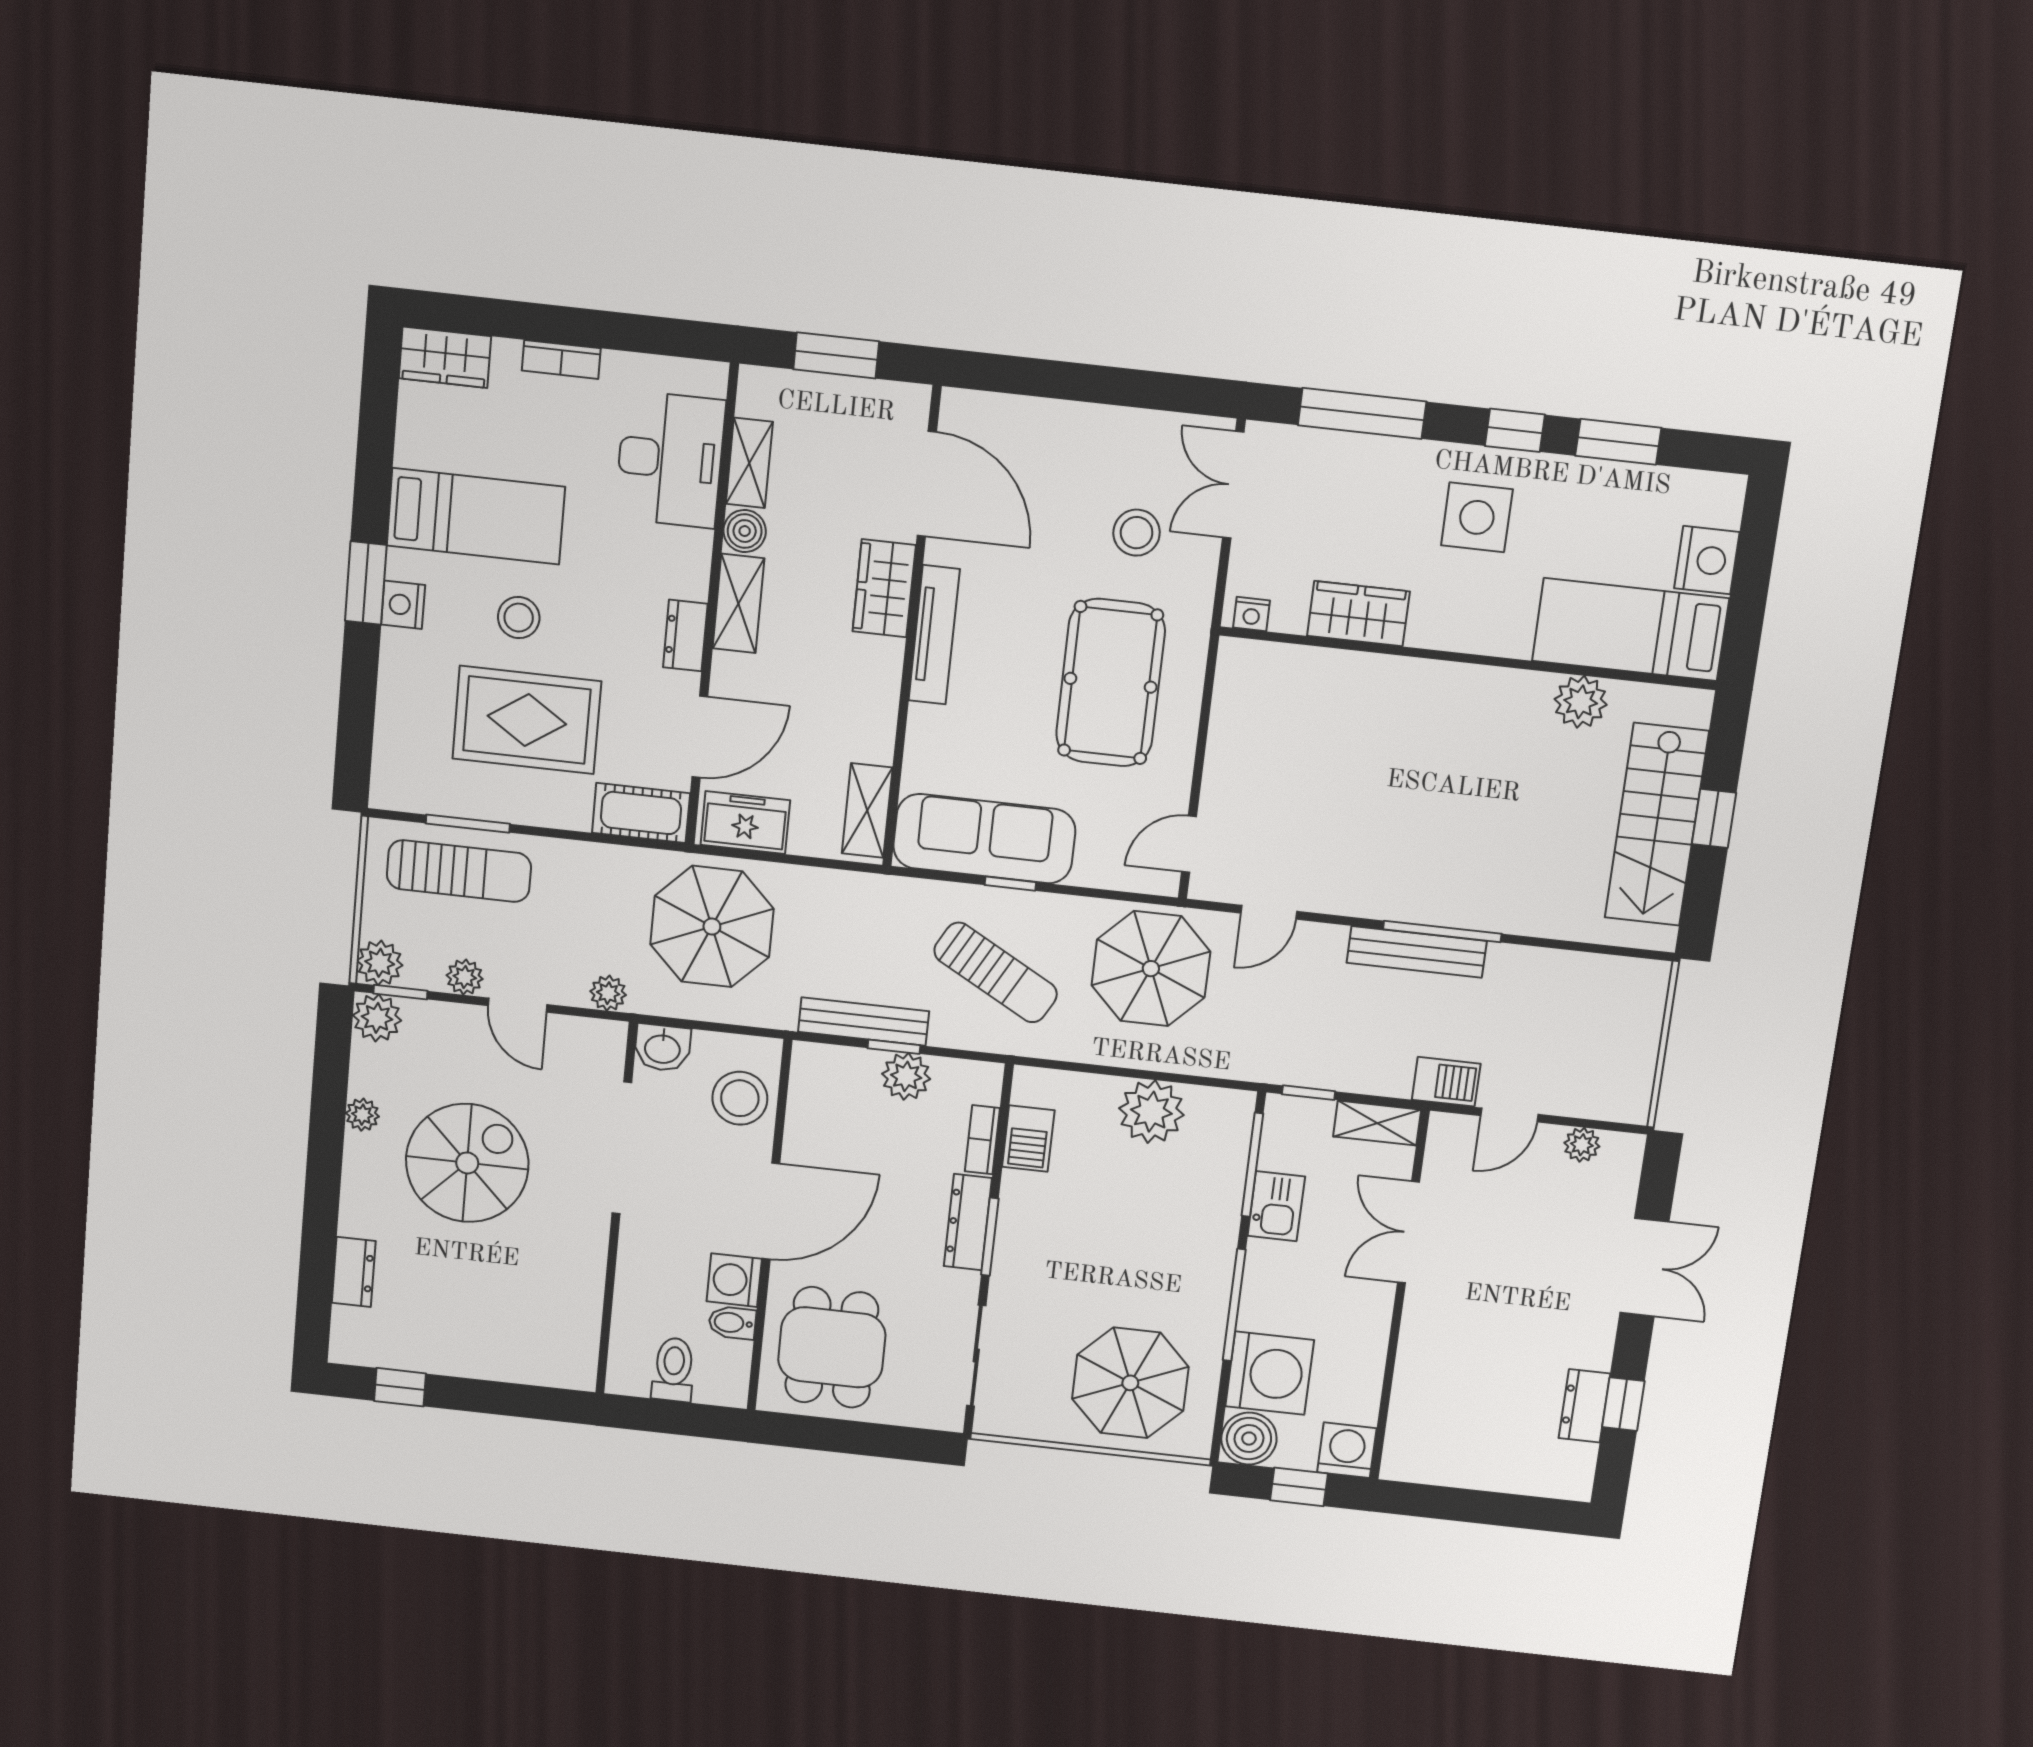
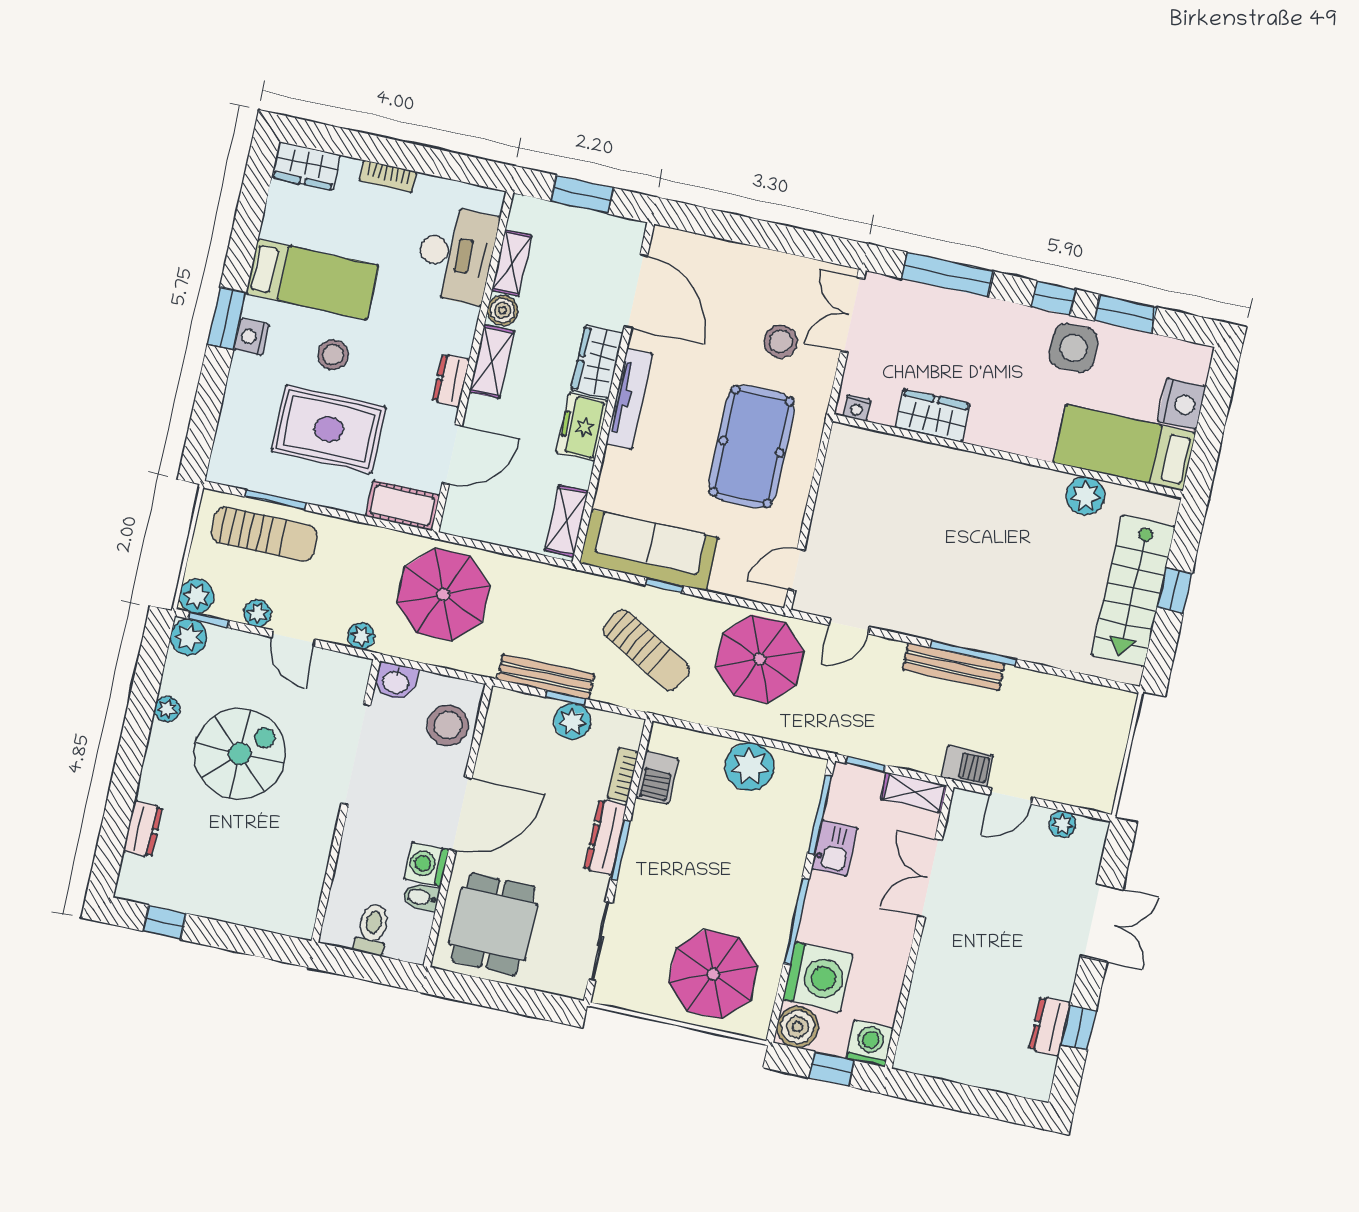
side table: (1477, 517) -> (1073, 348), moved
freezer: (745, 823) -> (582, 427), moved, turned -90

